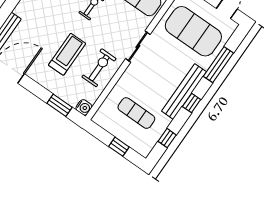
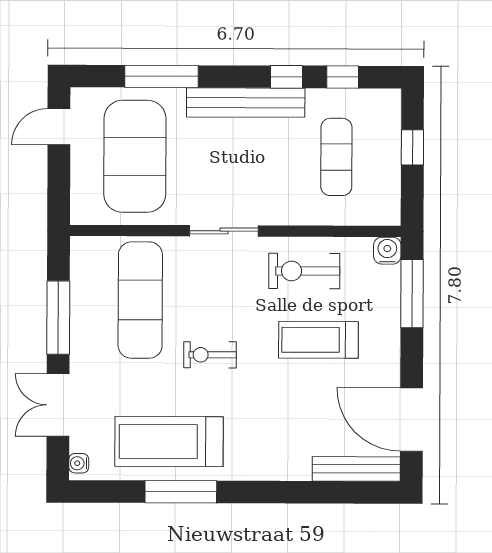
window: (192, 103) -> (287, 77), moved
window: (59, 105) -> (412, 294), width x1.44

